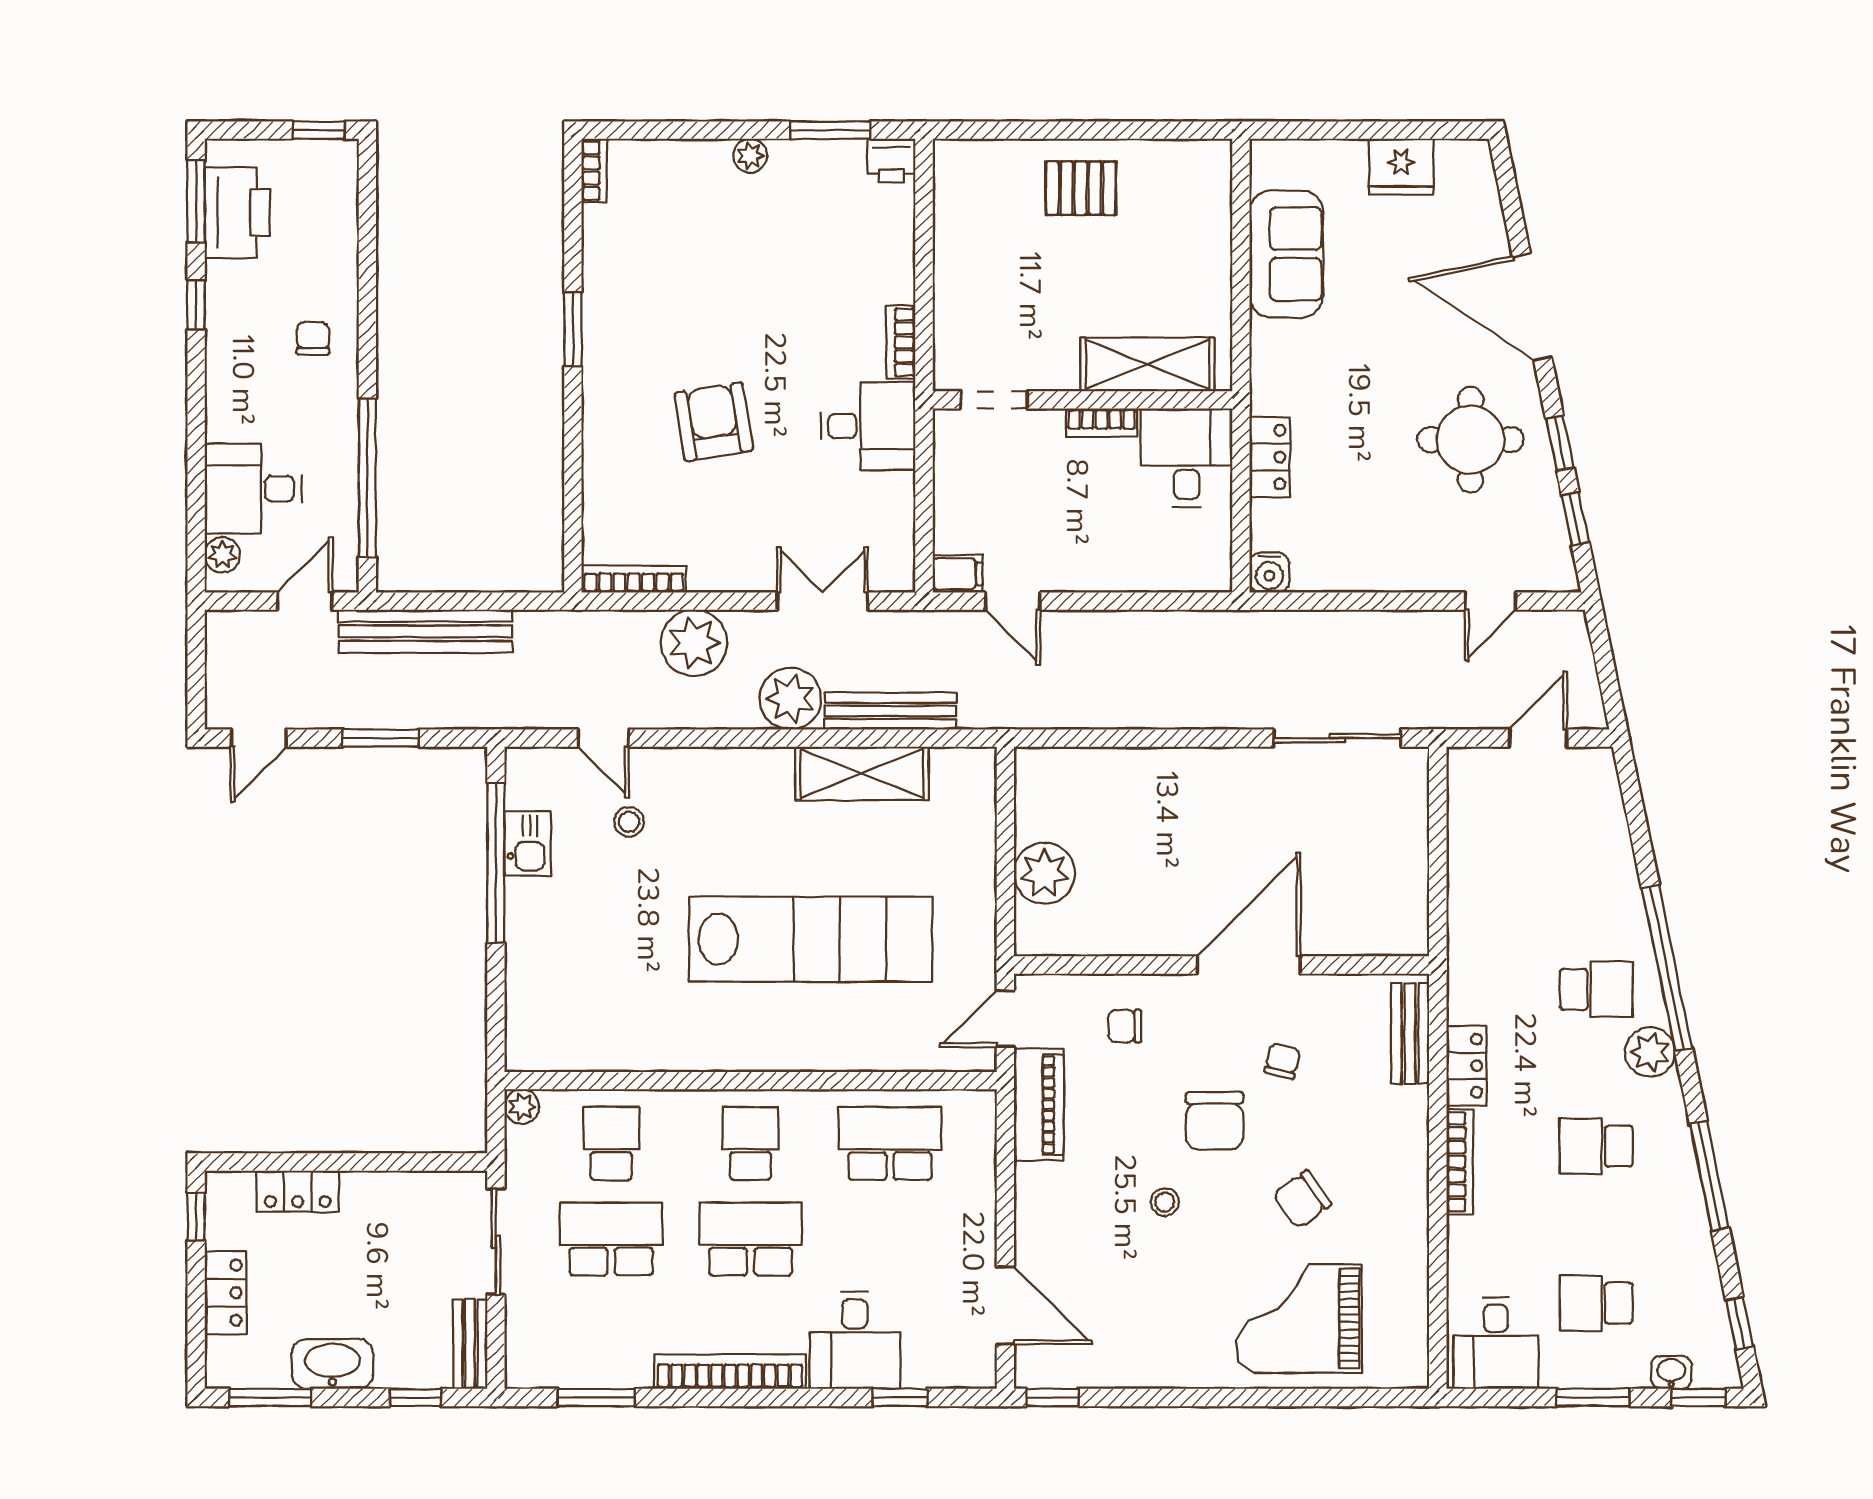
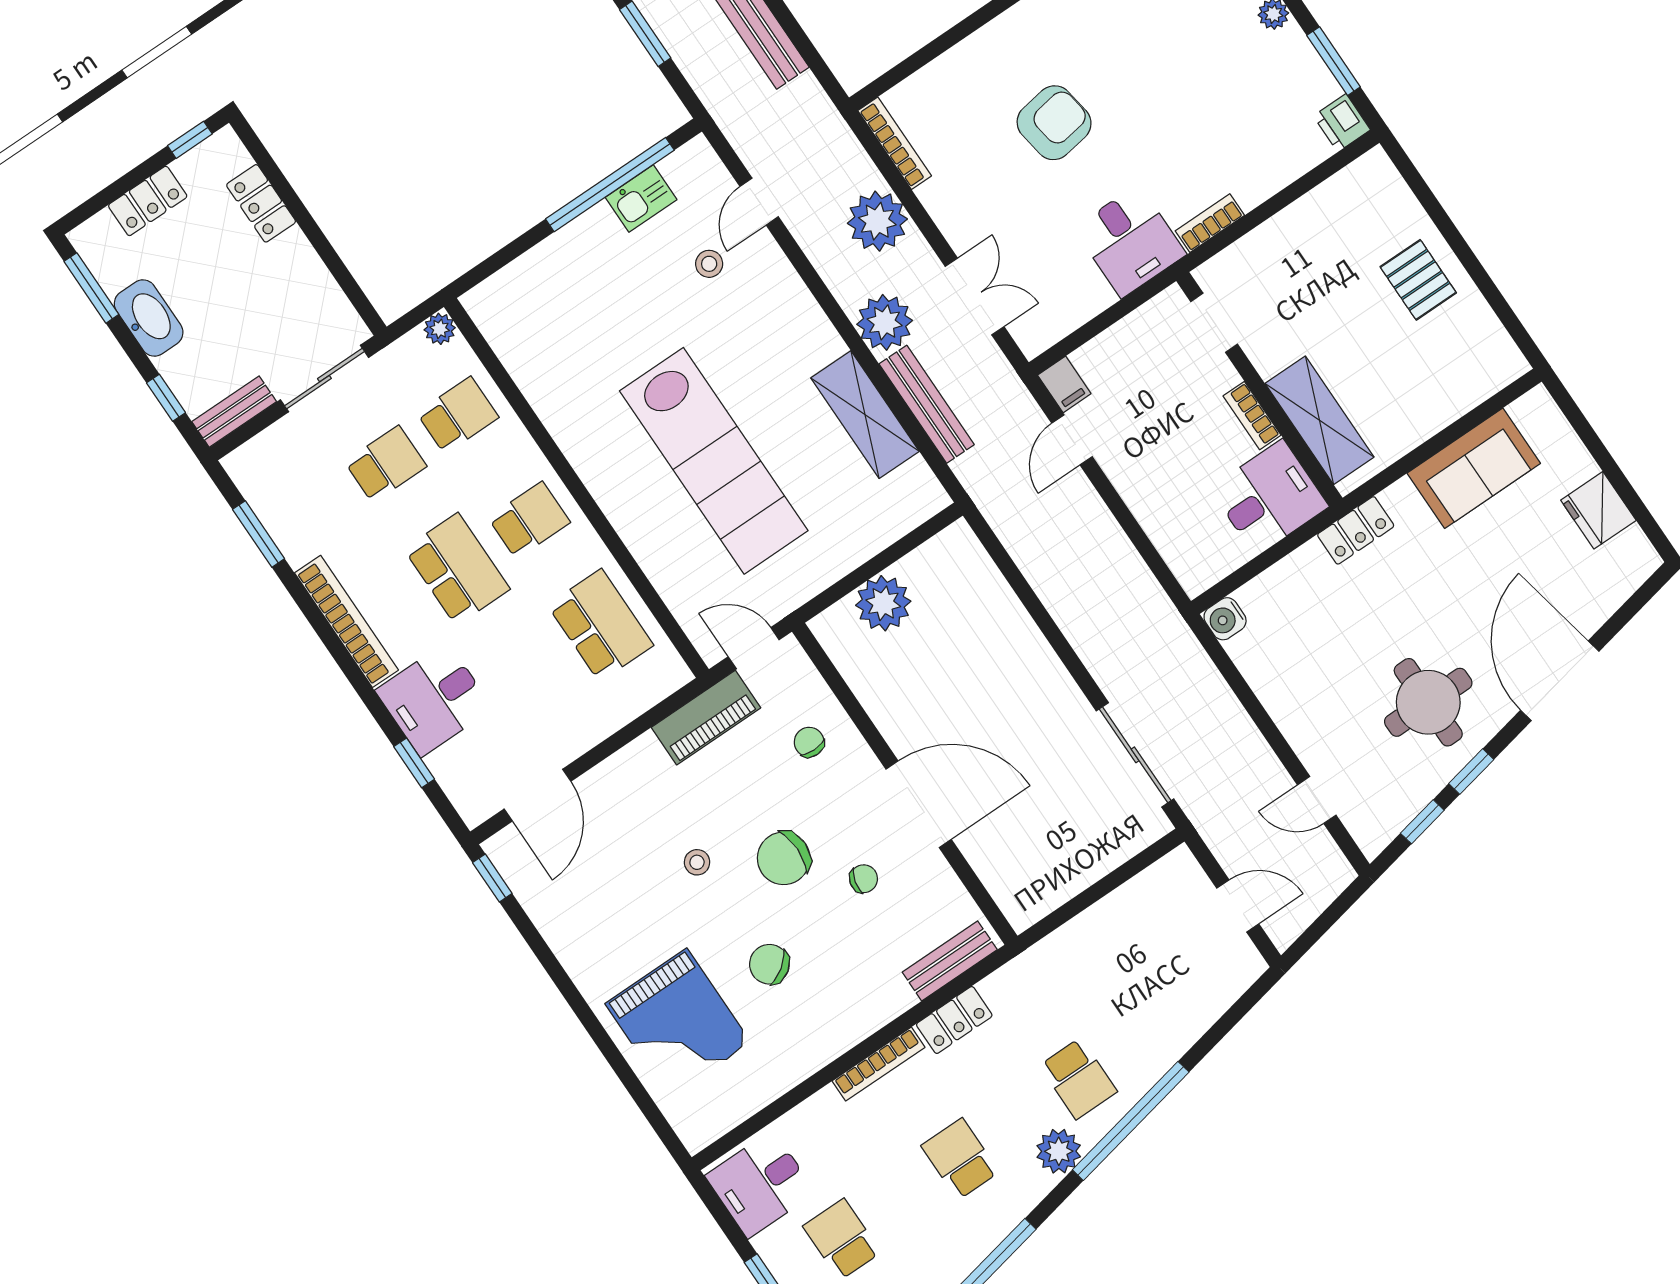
locker: (1270, 457) -> (1356, 530), moved
school desk: (611, 1239) -> (386, 464), width x0.54
grand piano: (1299, 1318) -> (678, 1023), turned 180

